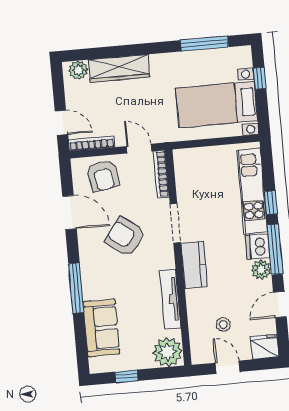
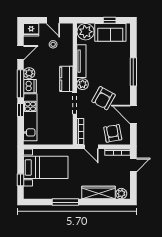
window: (204, 44) -> (65, 202), moved
door: (61, 123) -> (133, 165), swing flipped
armchair: (125, 237) -> (103, 98), turned 82
plant: (165, 258) -> (83, 84), added
sofa: (101, 328) -> (110, 32), moved, turned -90

